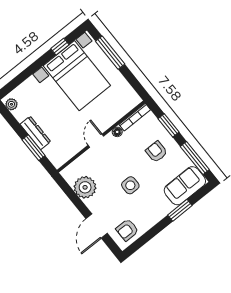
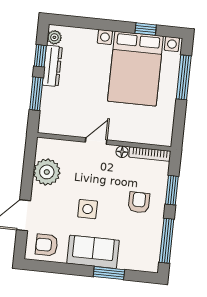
window: (14, 123) -> (40, 56), added
dresser: (35, 133) -> (52, 66), moved
sofa: (185, 186) -> (93, 252), moved

